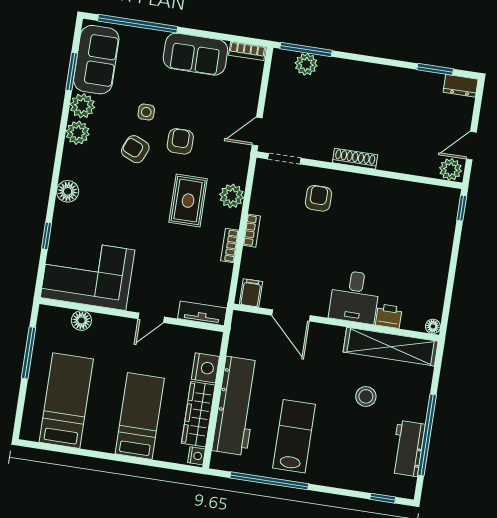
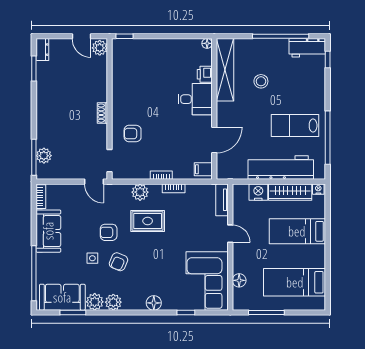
shoe rack: (355, 159) -> (102, 113), width x0.70
workbench: (408, 448) -> (307, 48), moved

